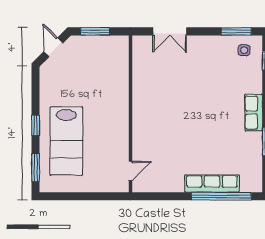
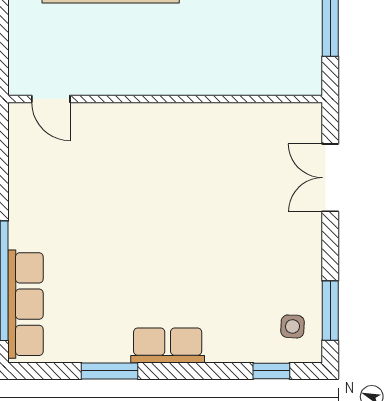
row of seats: (212, 184) -> (25, 304), moved

